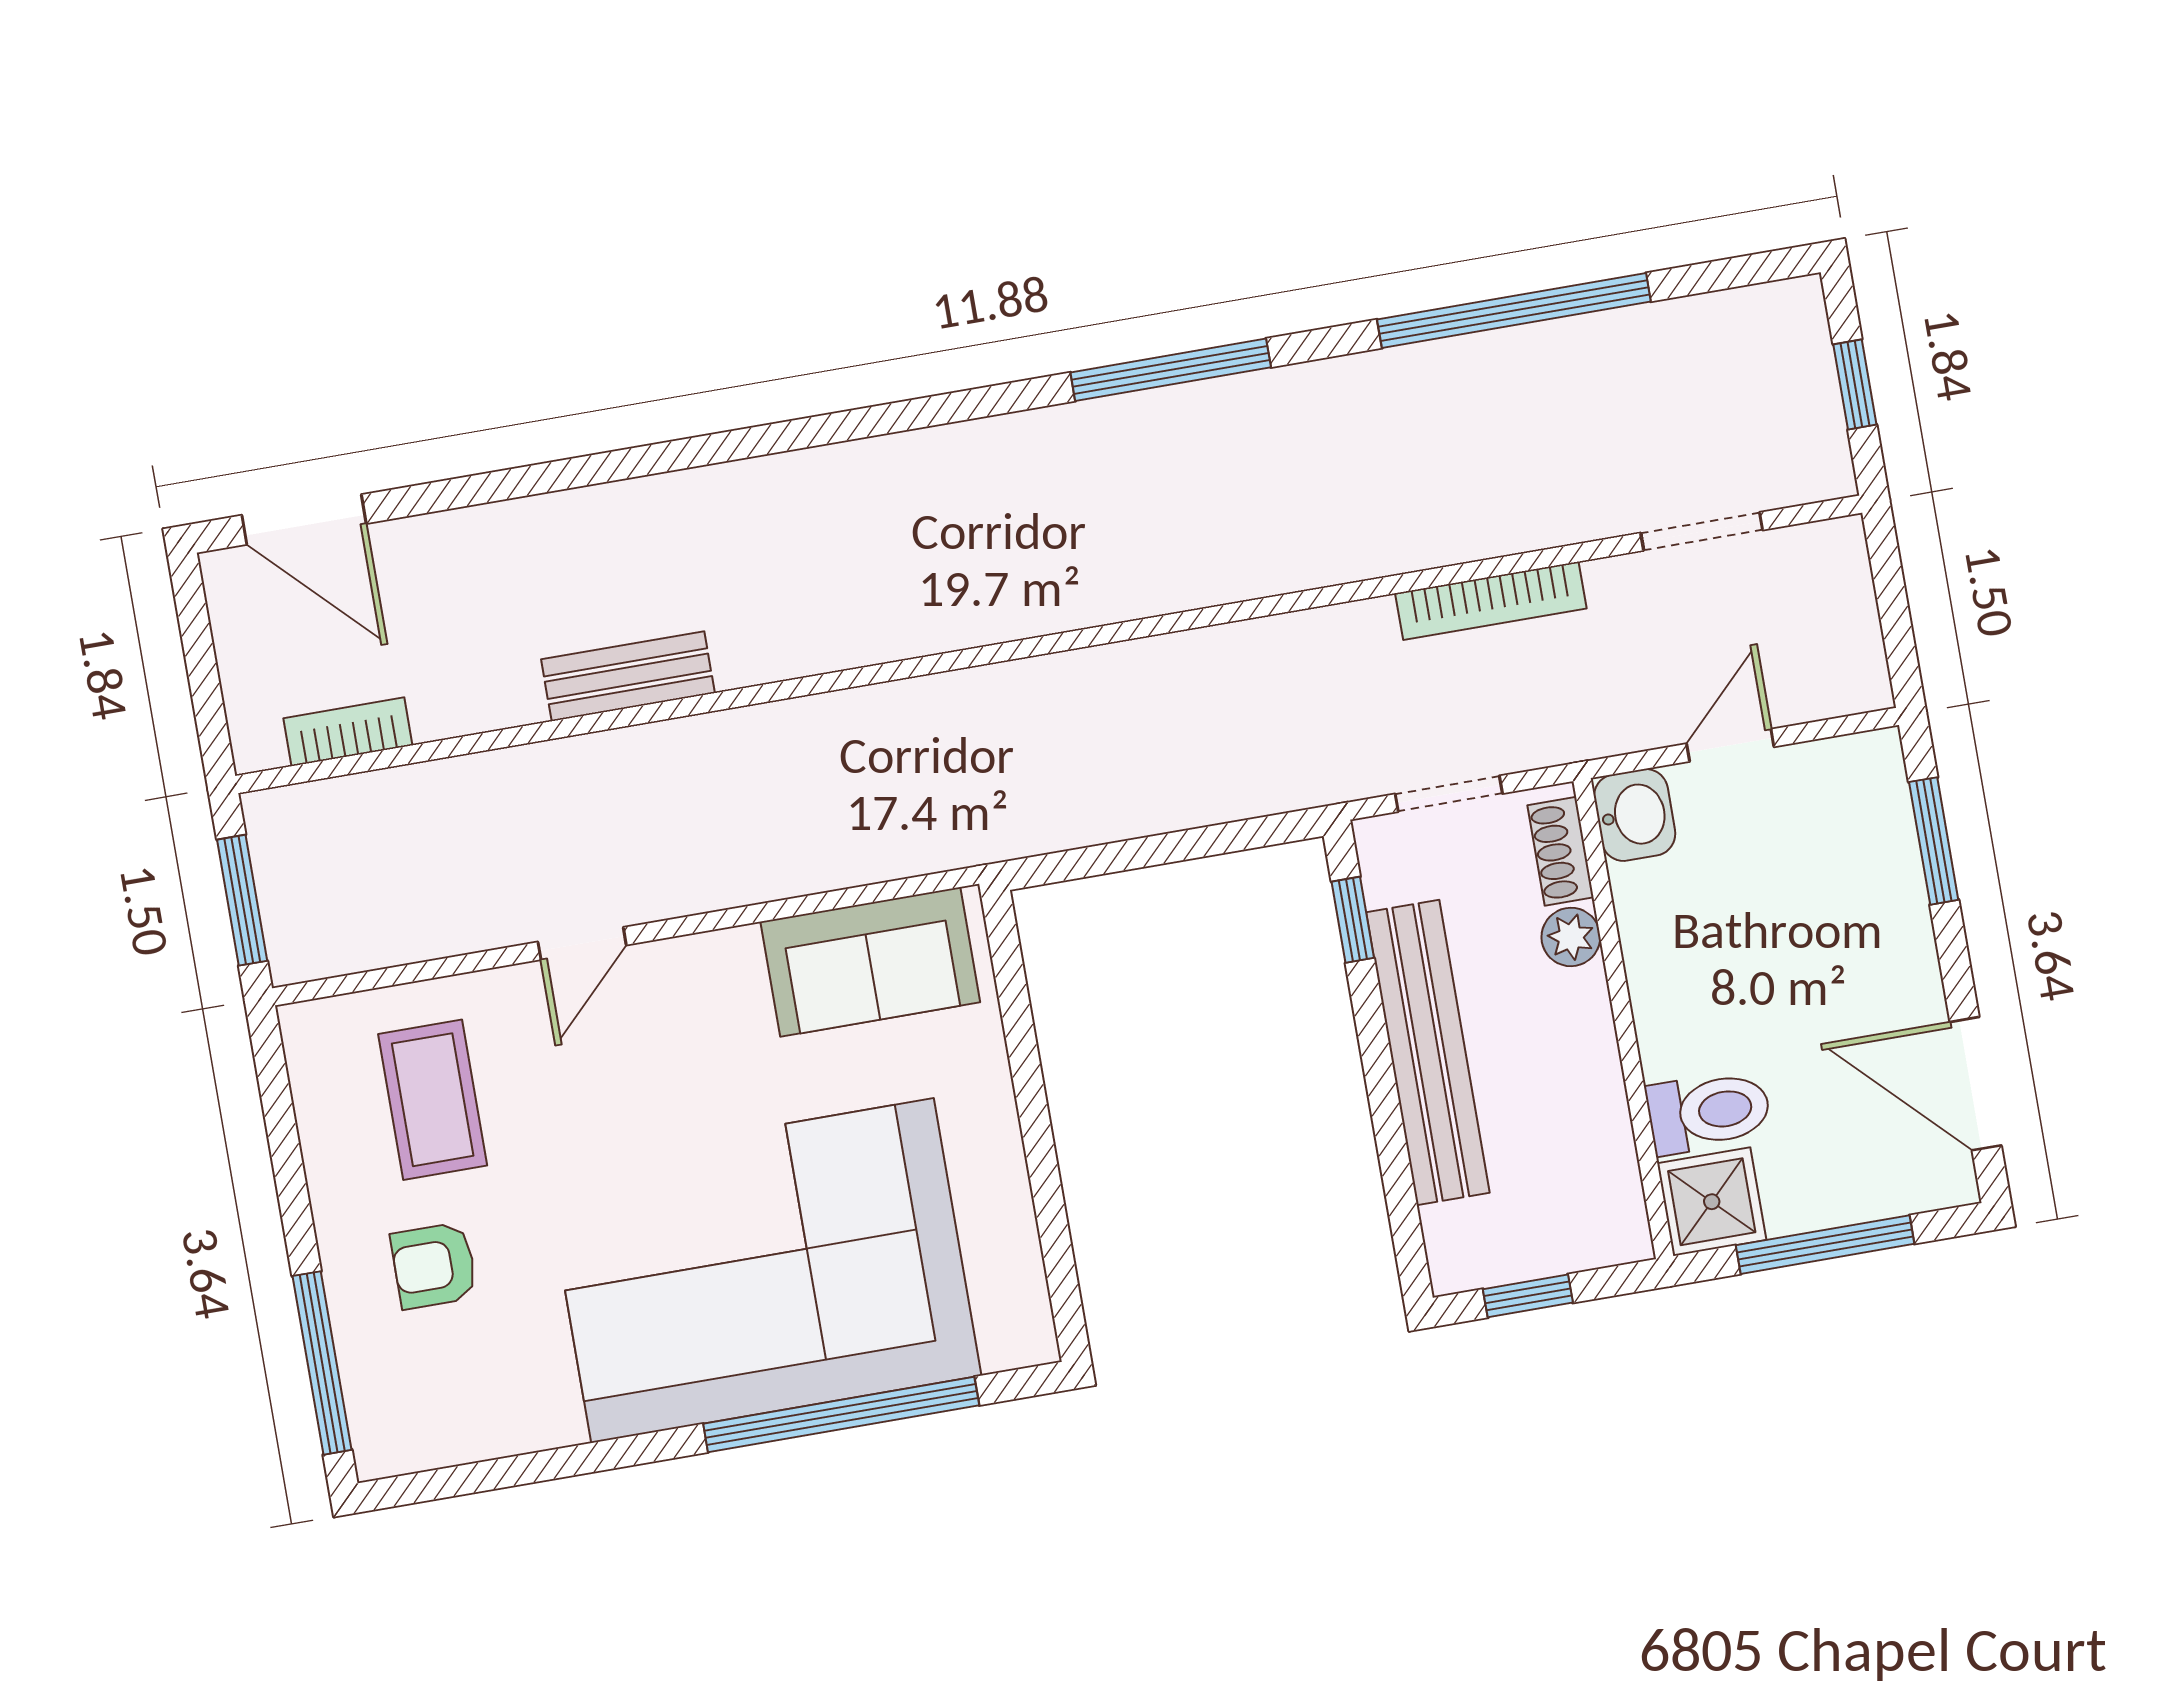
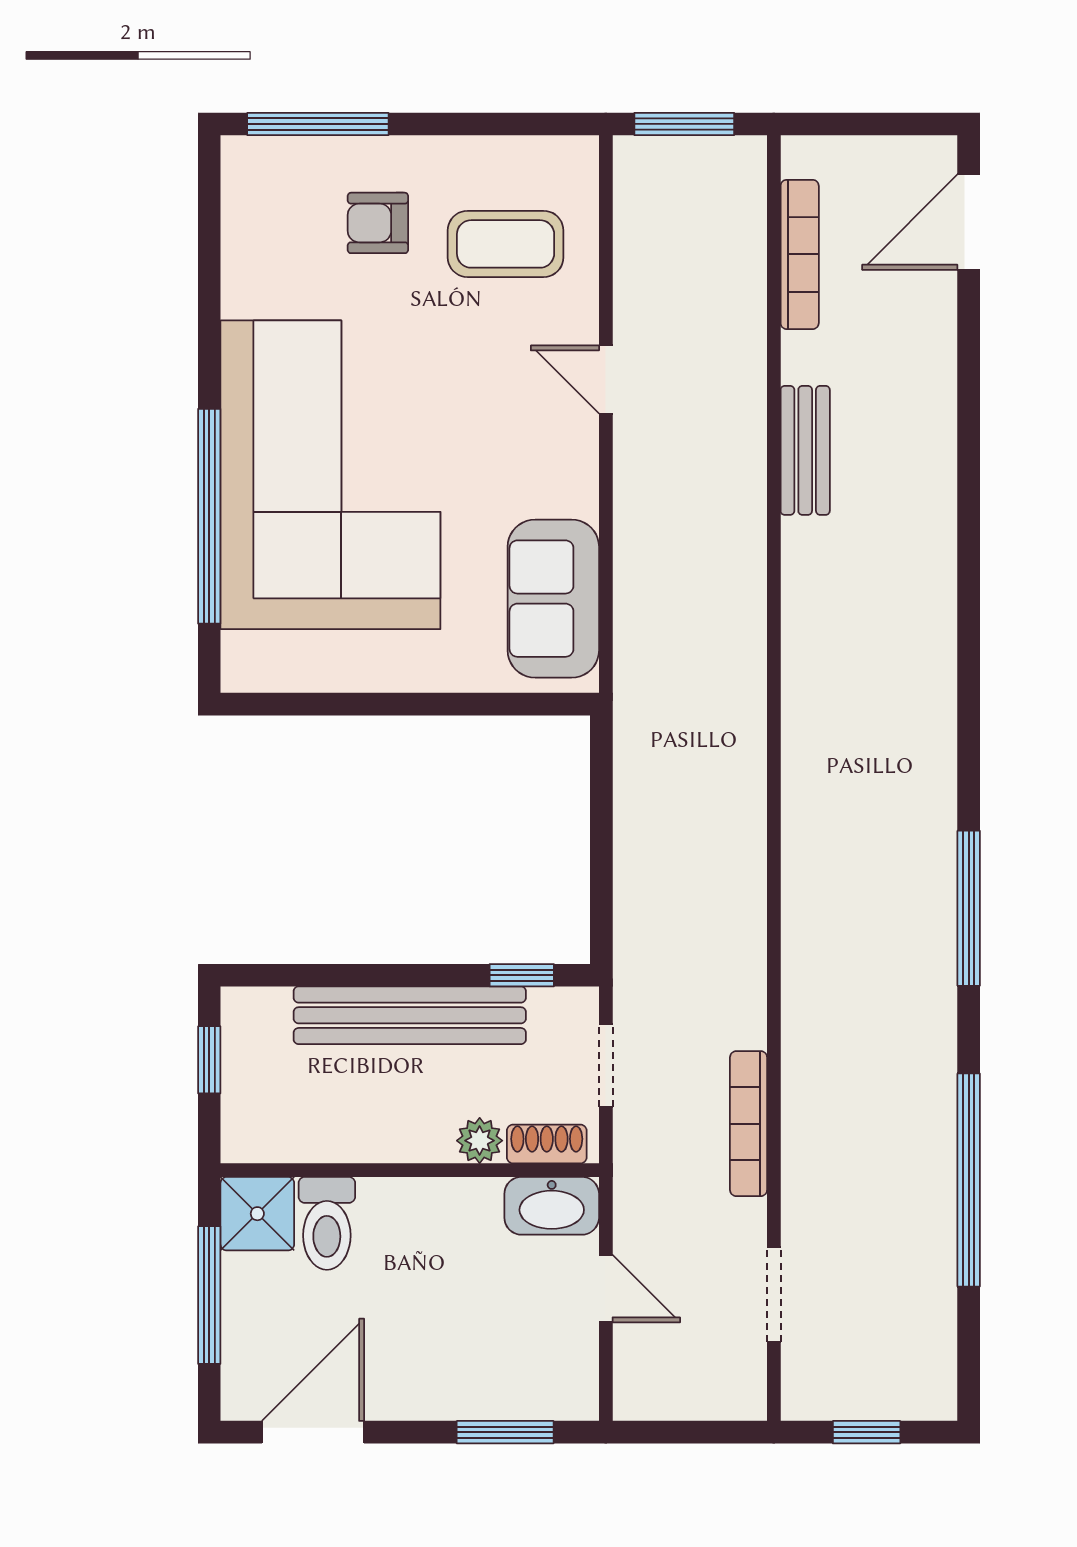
bookcase: (348, 732) -> (800, 254), width x1.56
washbasin: (1635, 815) -> (552, 1206), width x1.38
armchair: (434, 1266) -> (378, 223), turned -90

